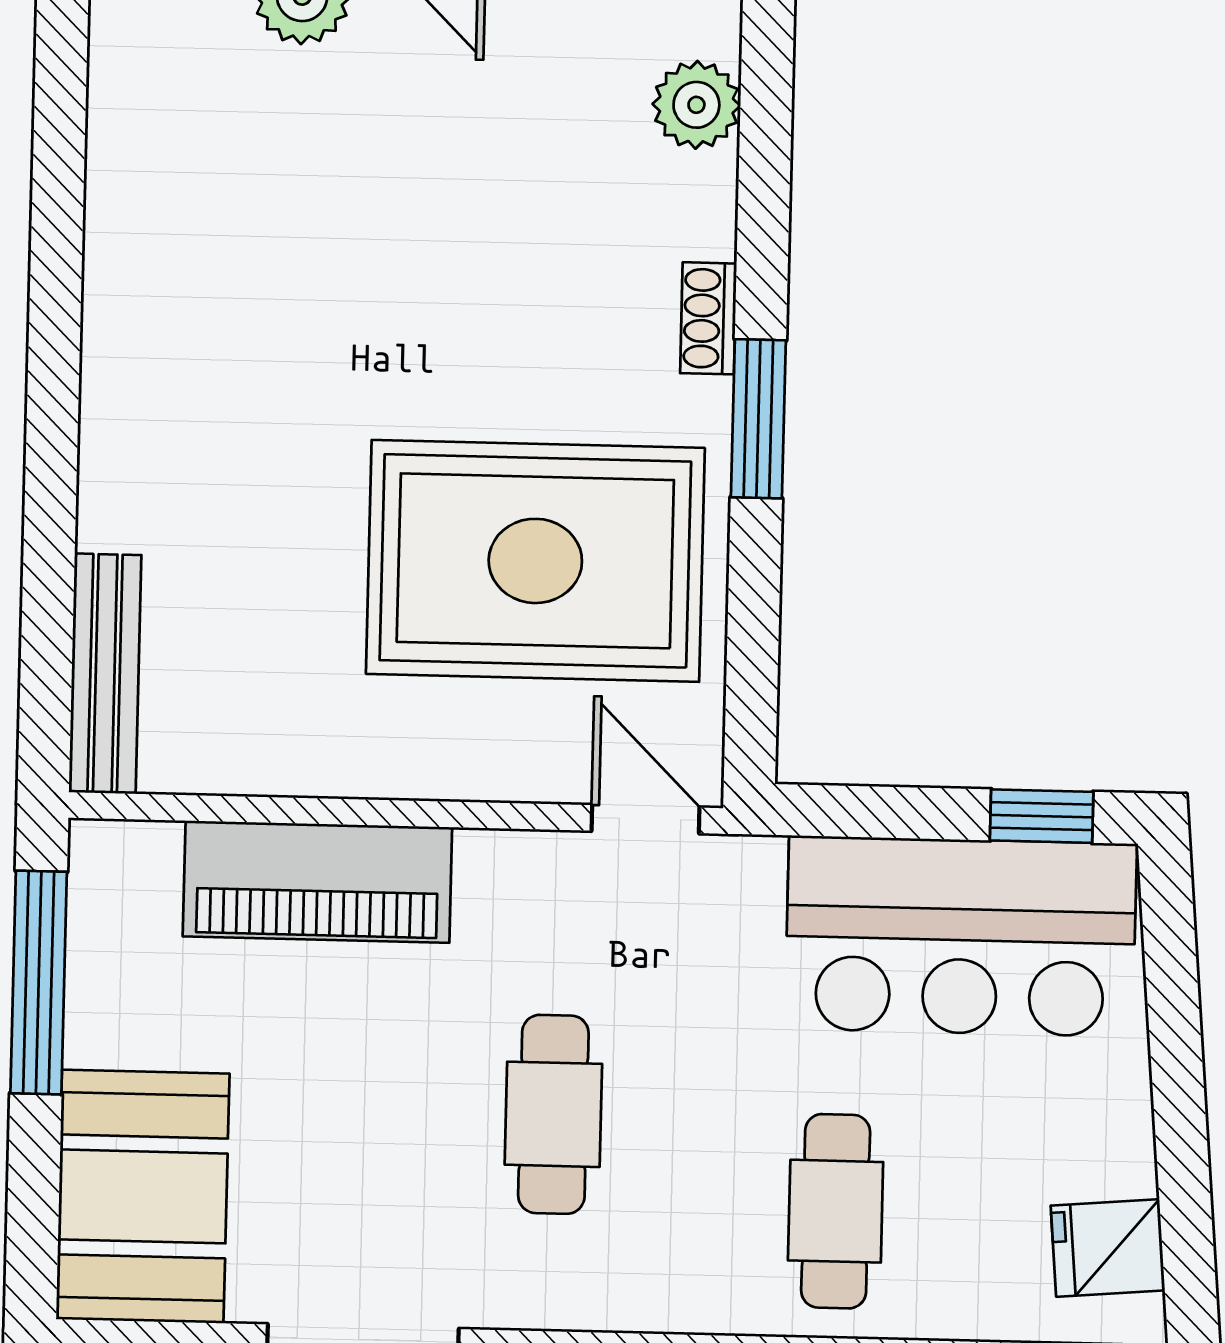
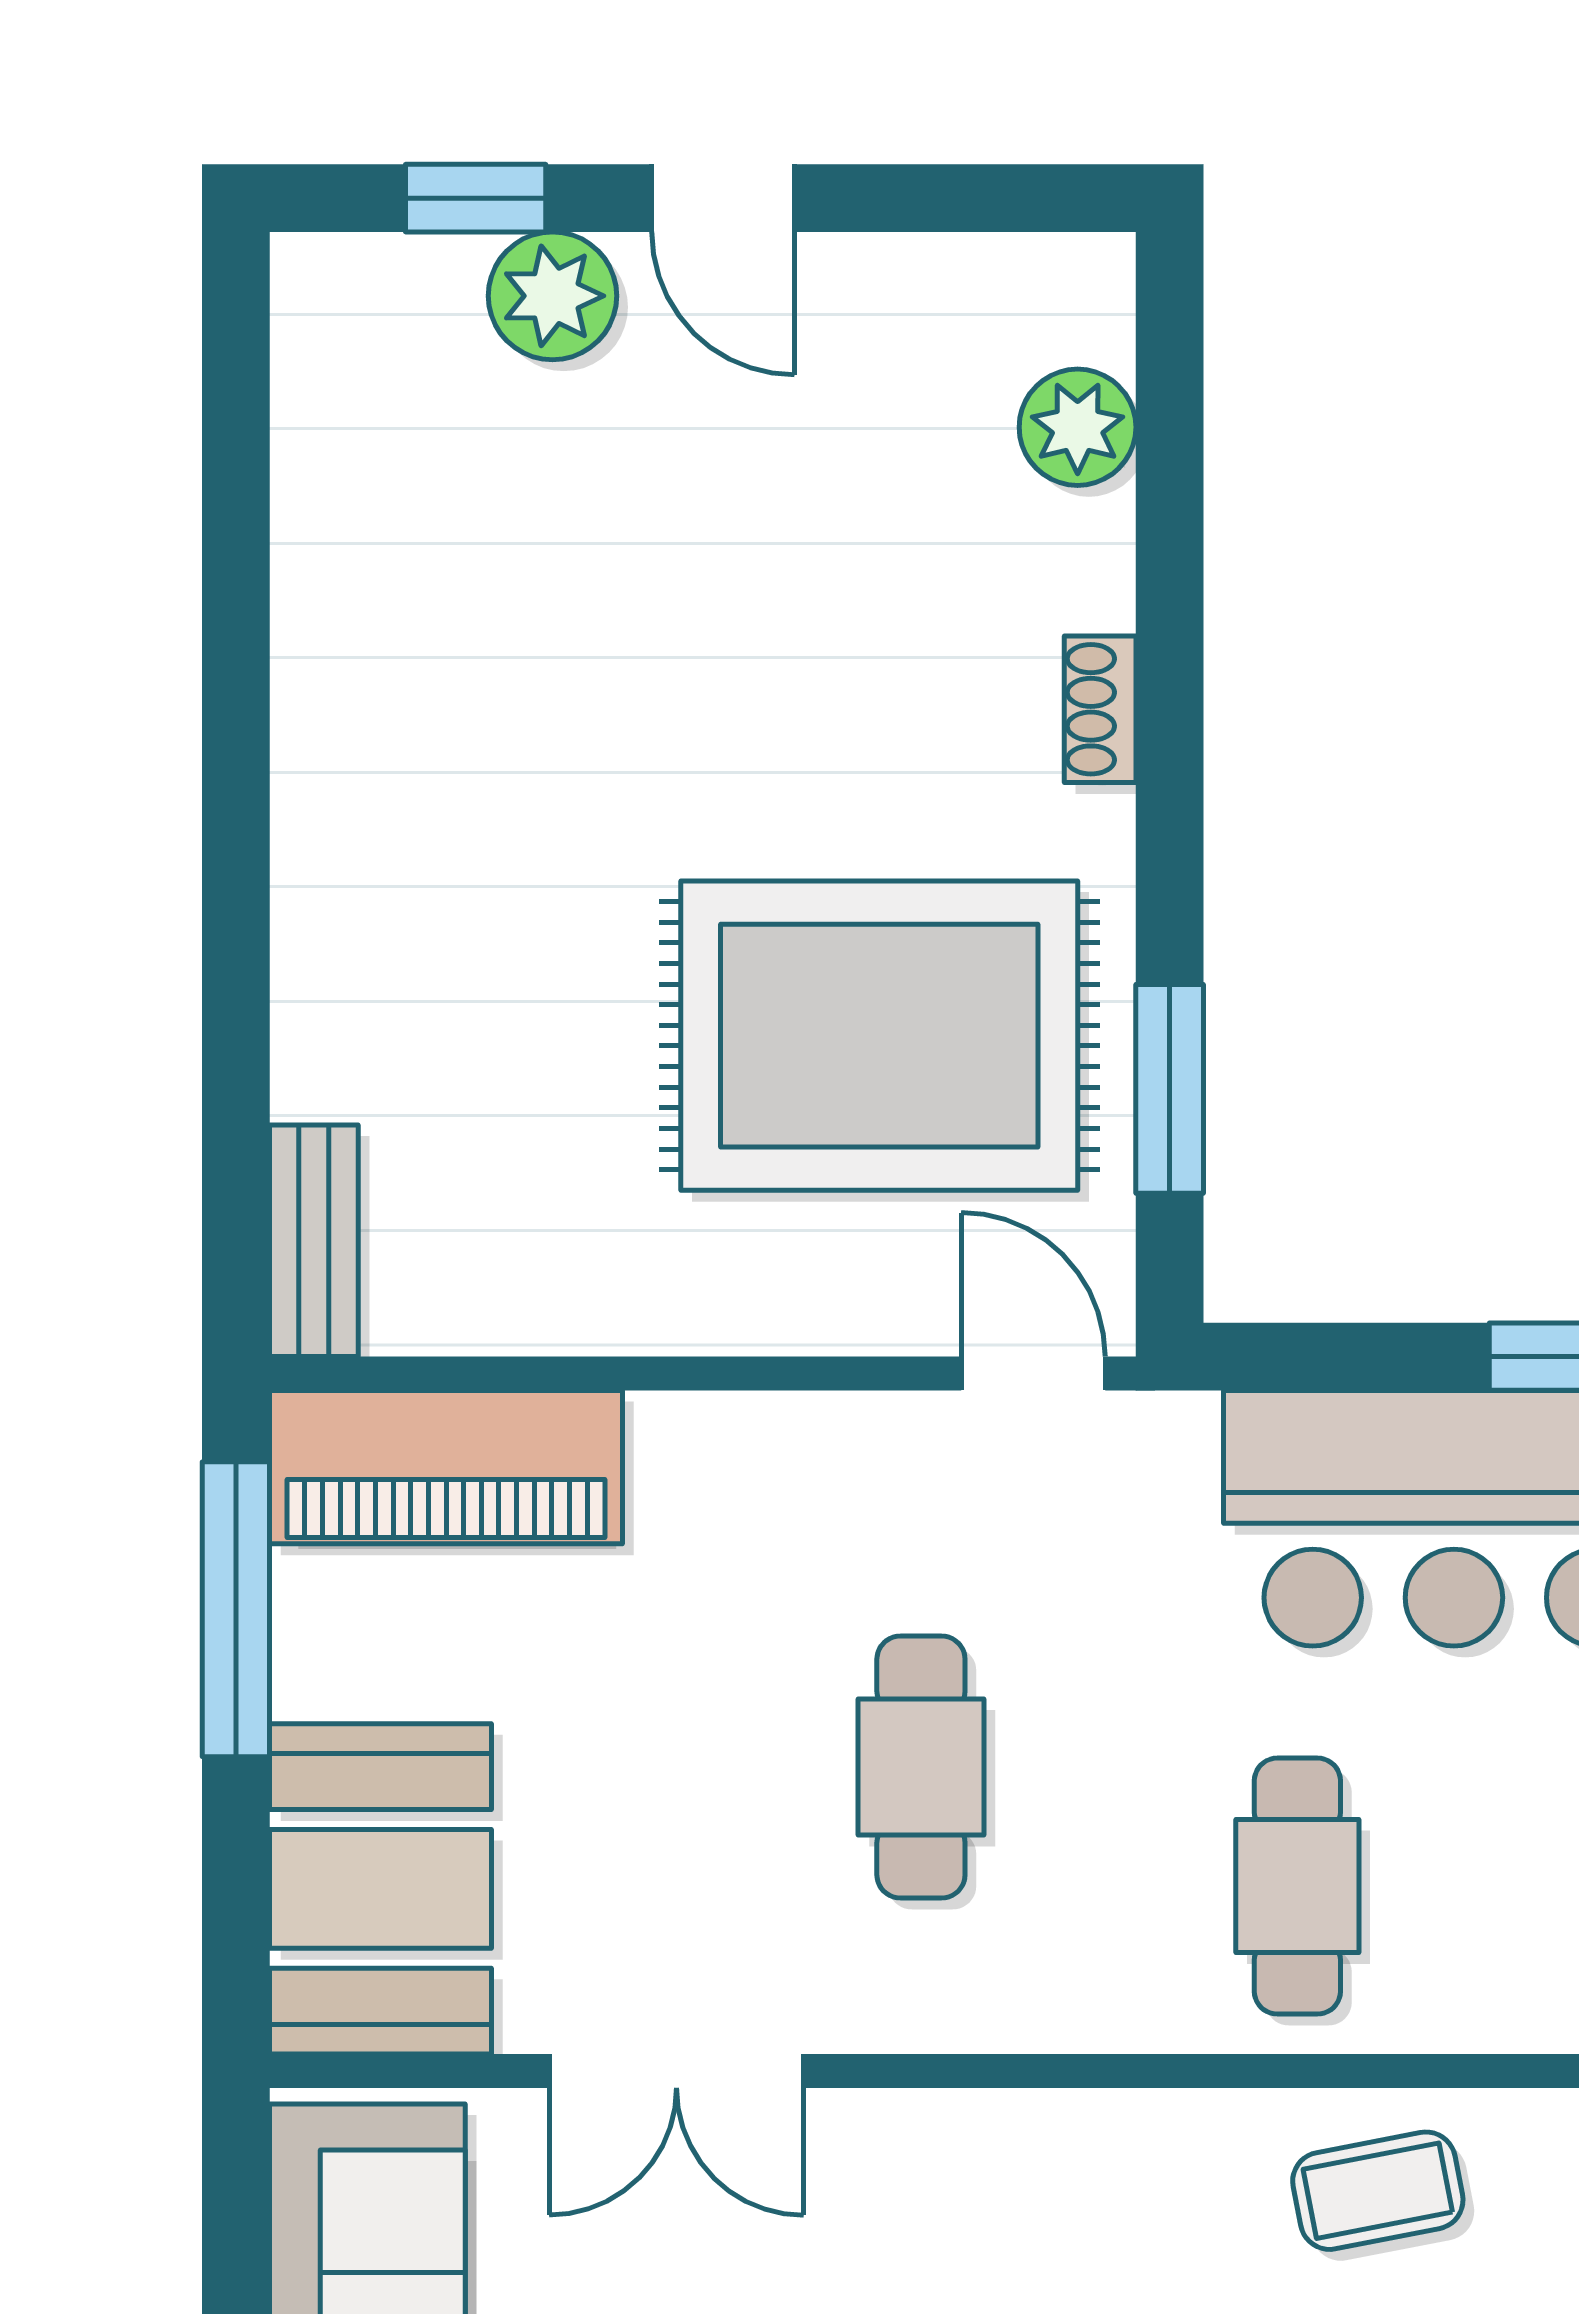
window: (758, 419) -> (1170, 1089), moved
bench: (105, 674) -> (314, 1241), width x0.73
piano: (317, 882) -> (446, 1467), moved

